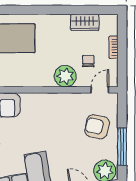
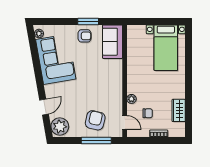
plant: (65, 76) -> (131, 99), width x0.53, depth x0.53
window: (122, 147) -> (96, 140), moved

